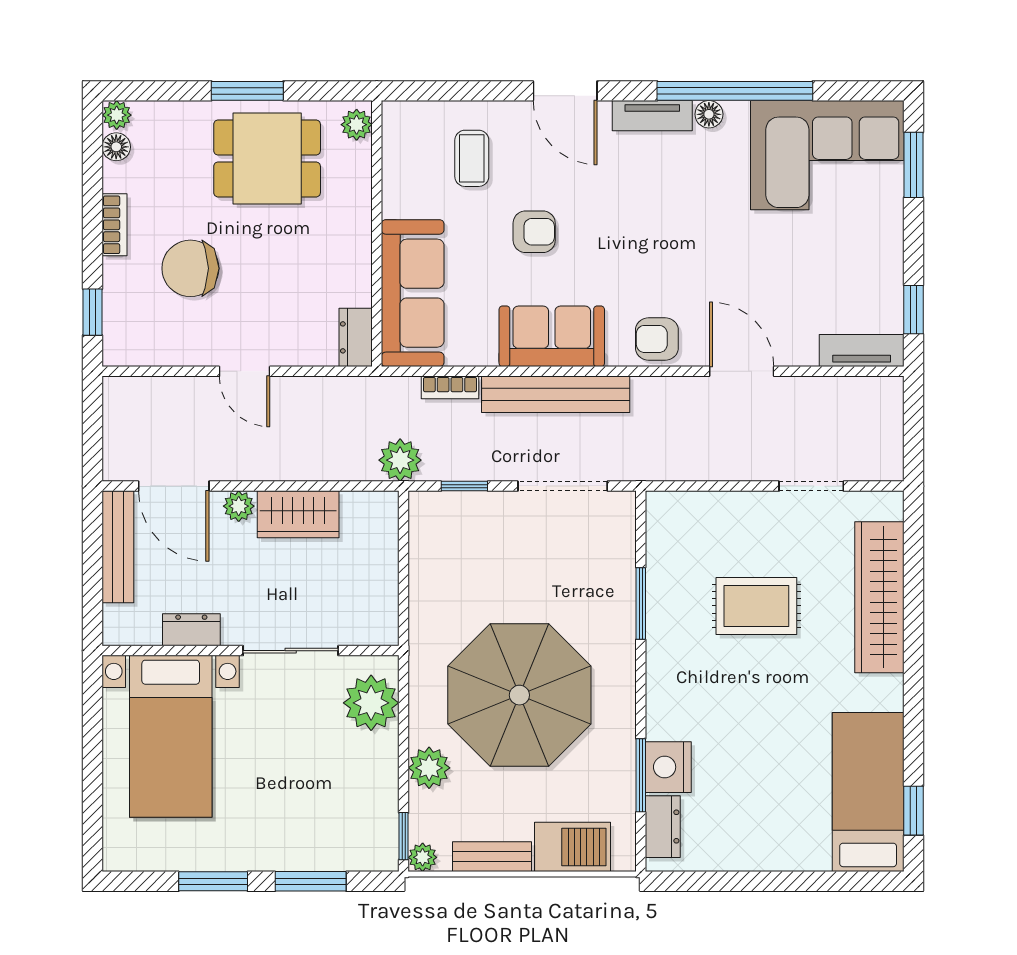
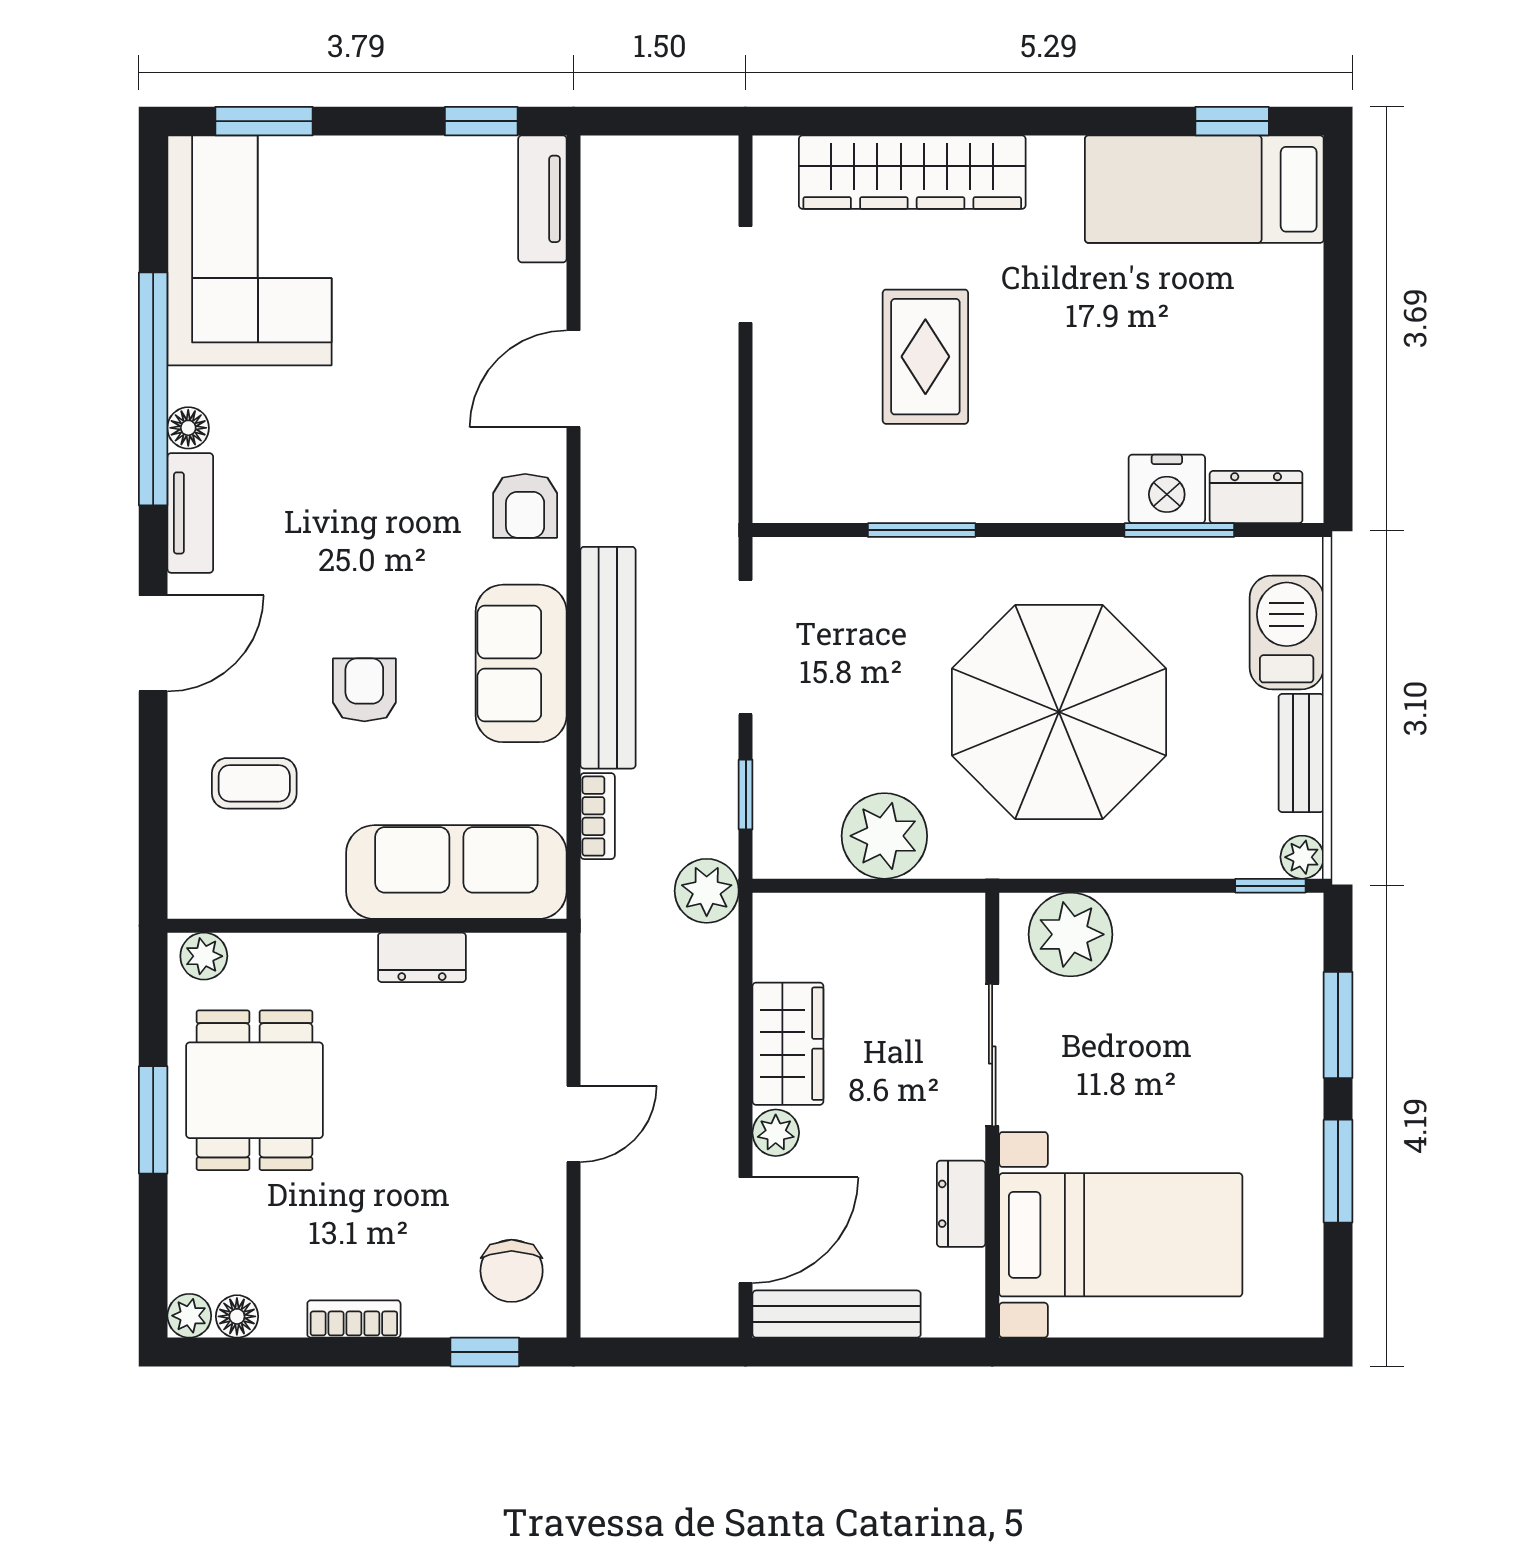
chair: (190, 268) -> (512, 1271), moved, width x0.73, depth x0.73
dresser: (356, 337) -> (422, 957), moved
plant: (429, 768) -> (884, 836), moved, width x1.36, depth x1.36

